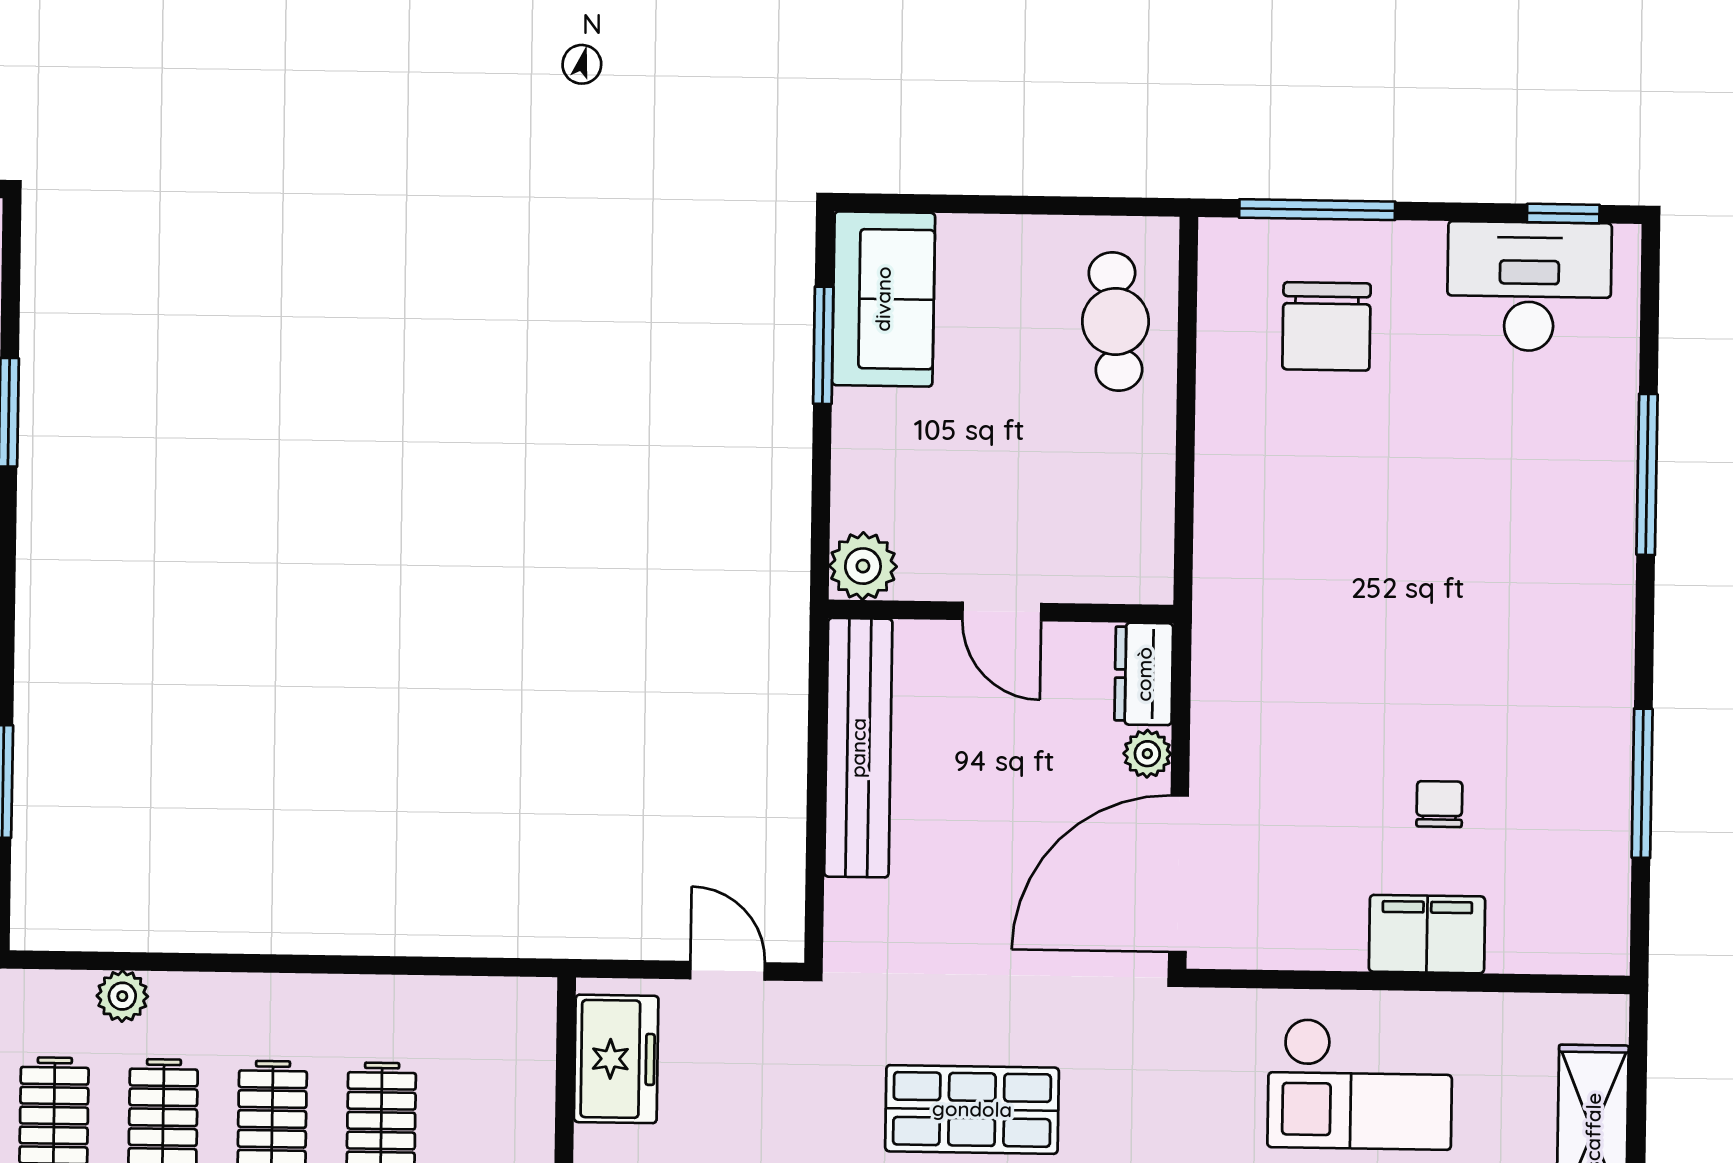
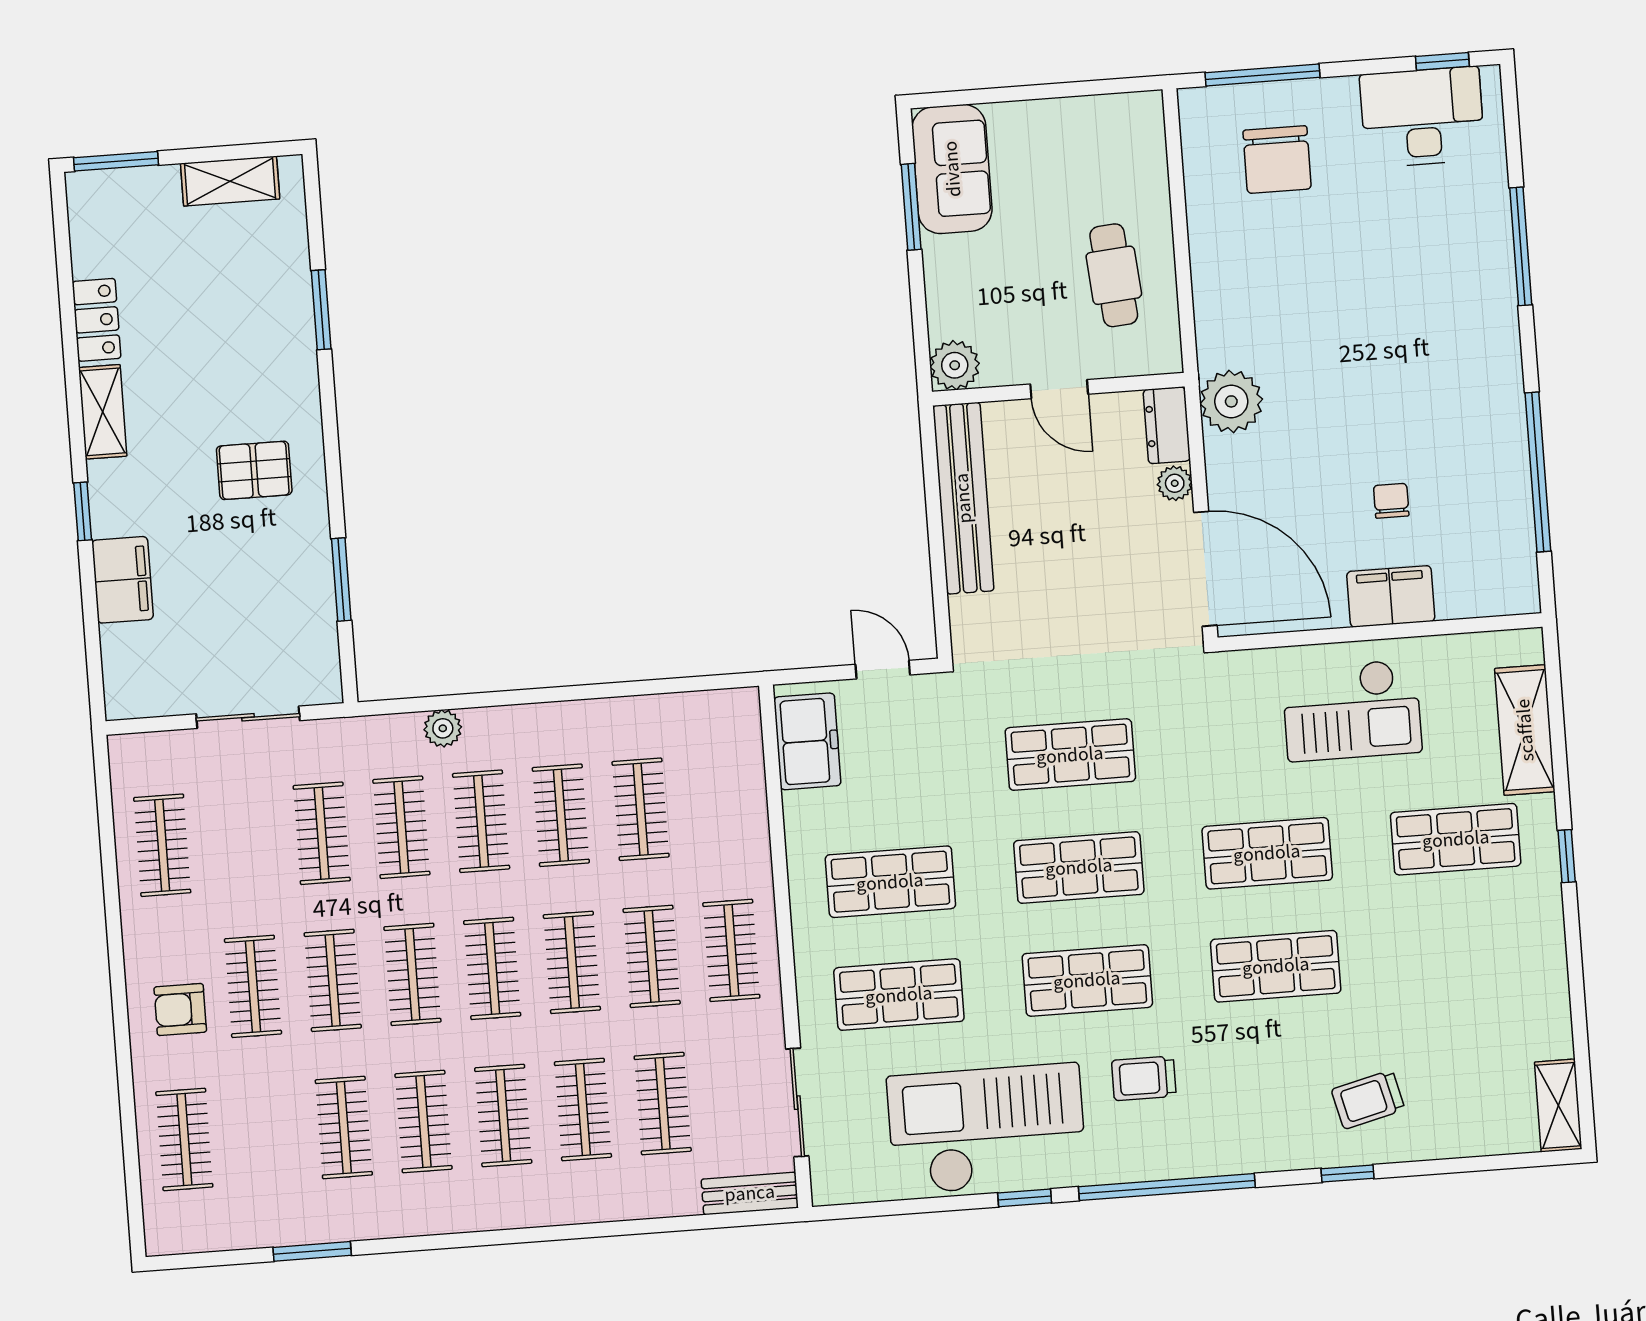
cafe table: (1115, 321) -> (1114, 275), moved
plant: (1234, 649) -> (1231, 401), added
window: (1642, 783) -> (1538, 472), width x1.46
door: (1179, 874) -> (1205, 569), swing flipped

